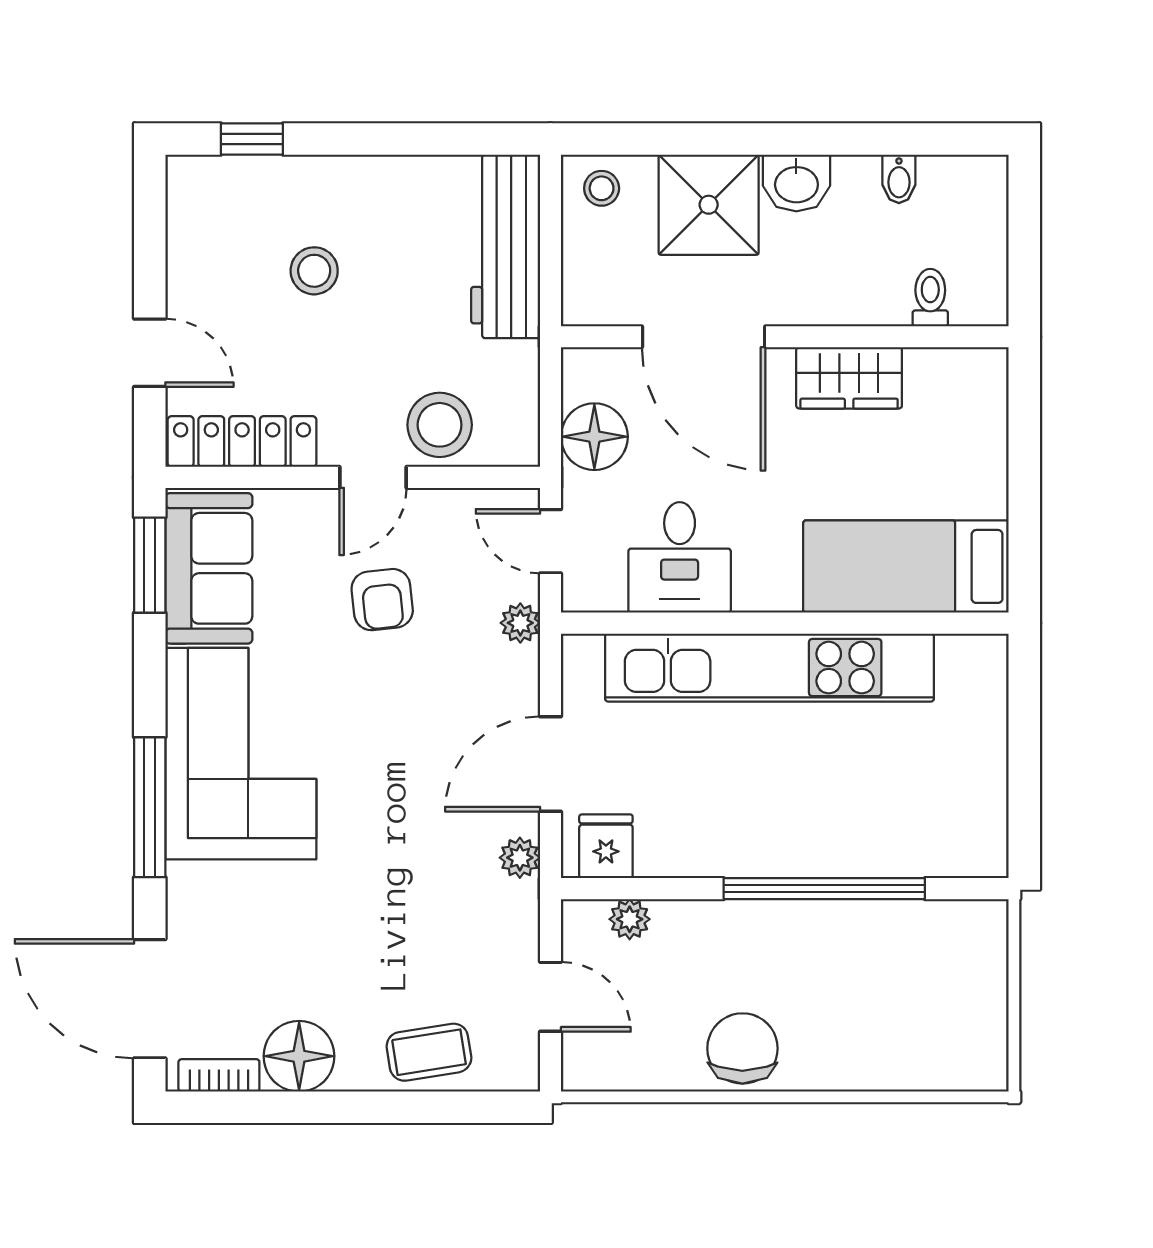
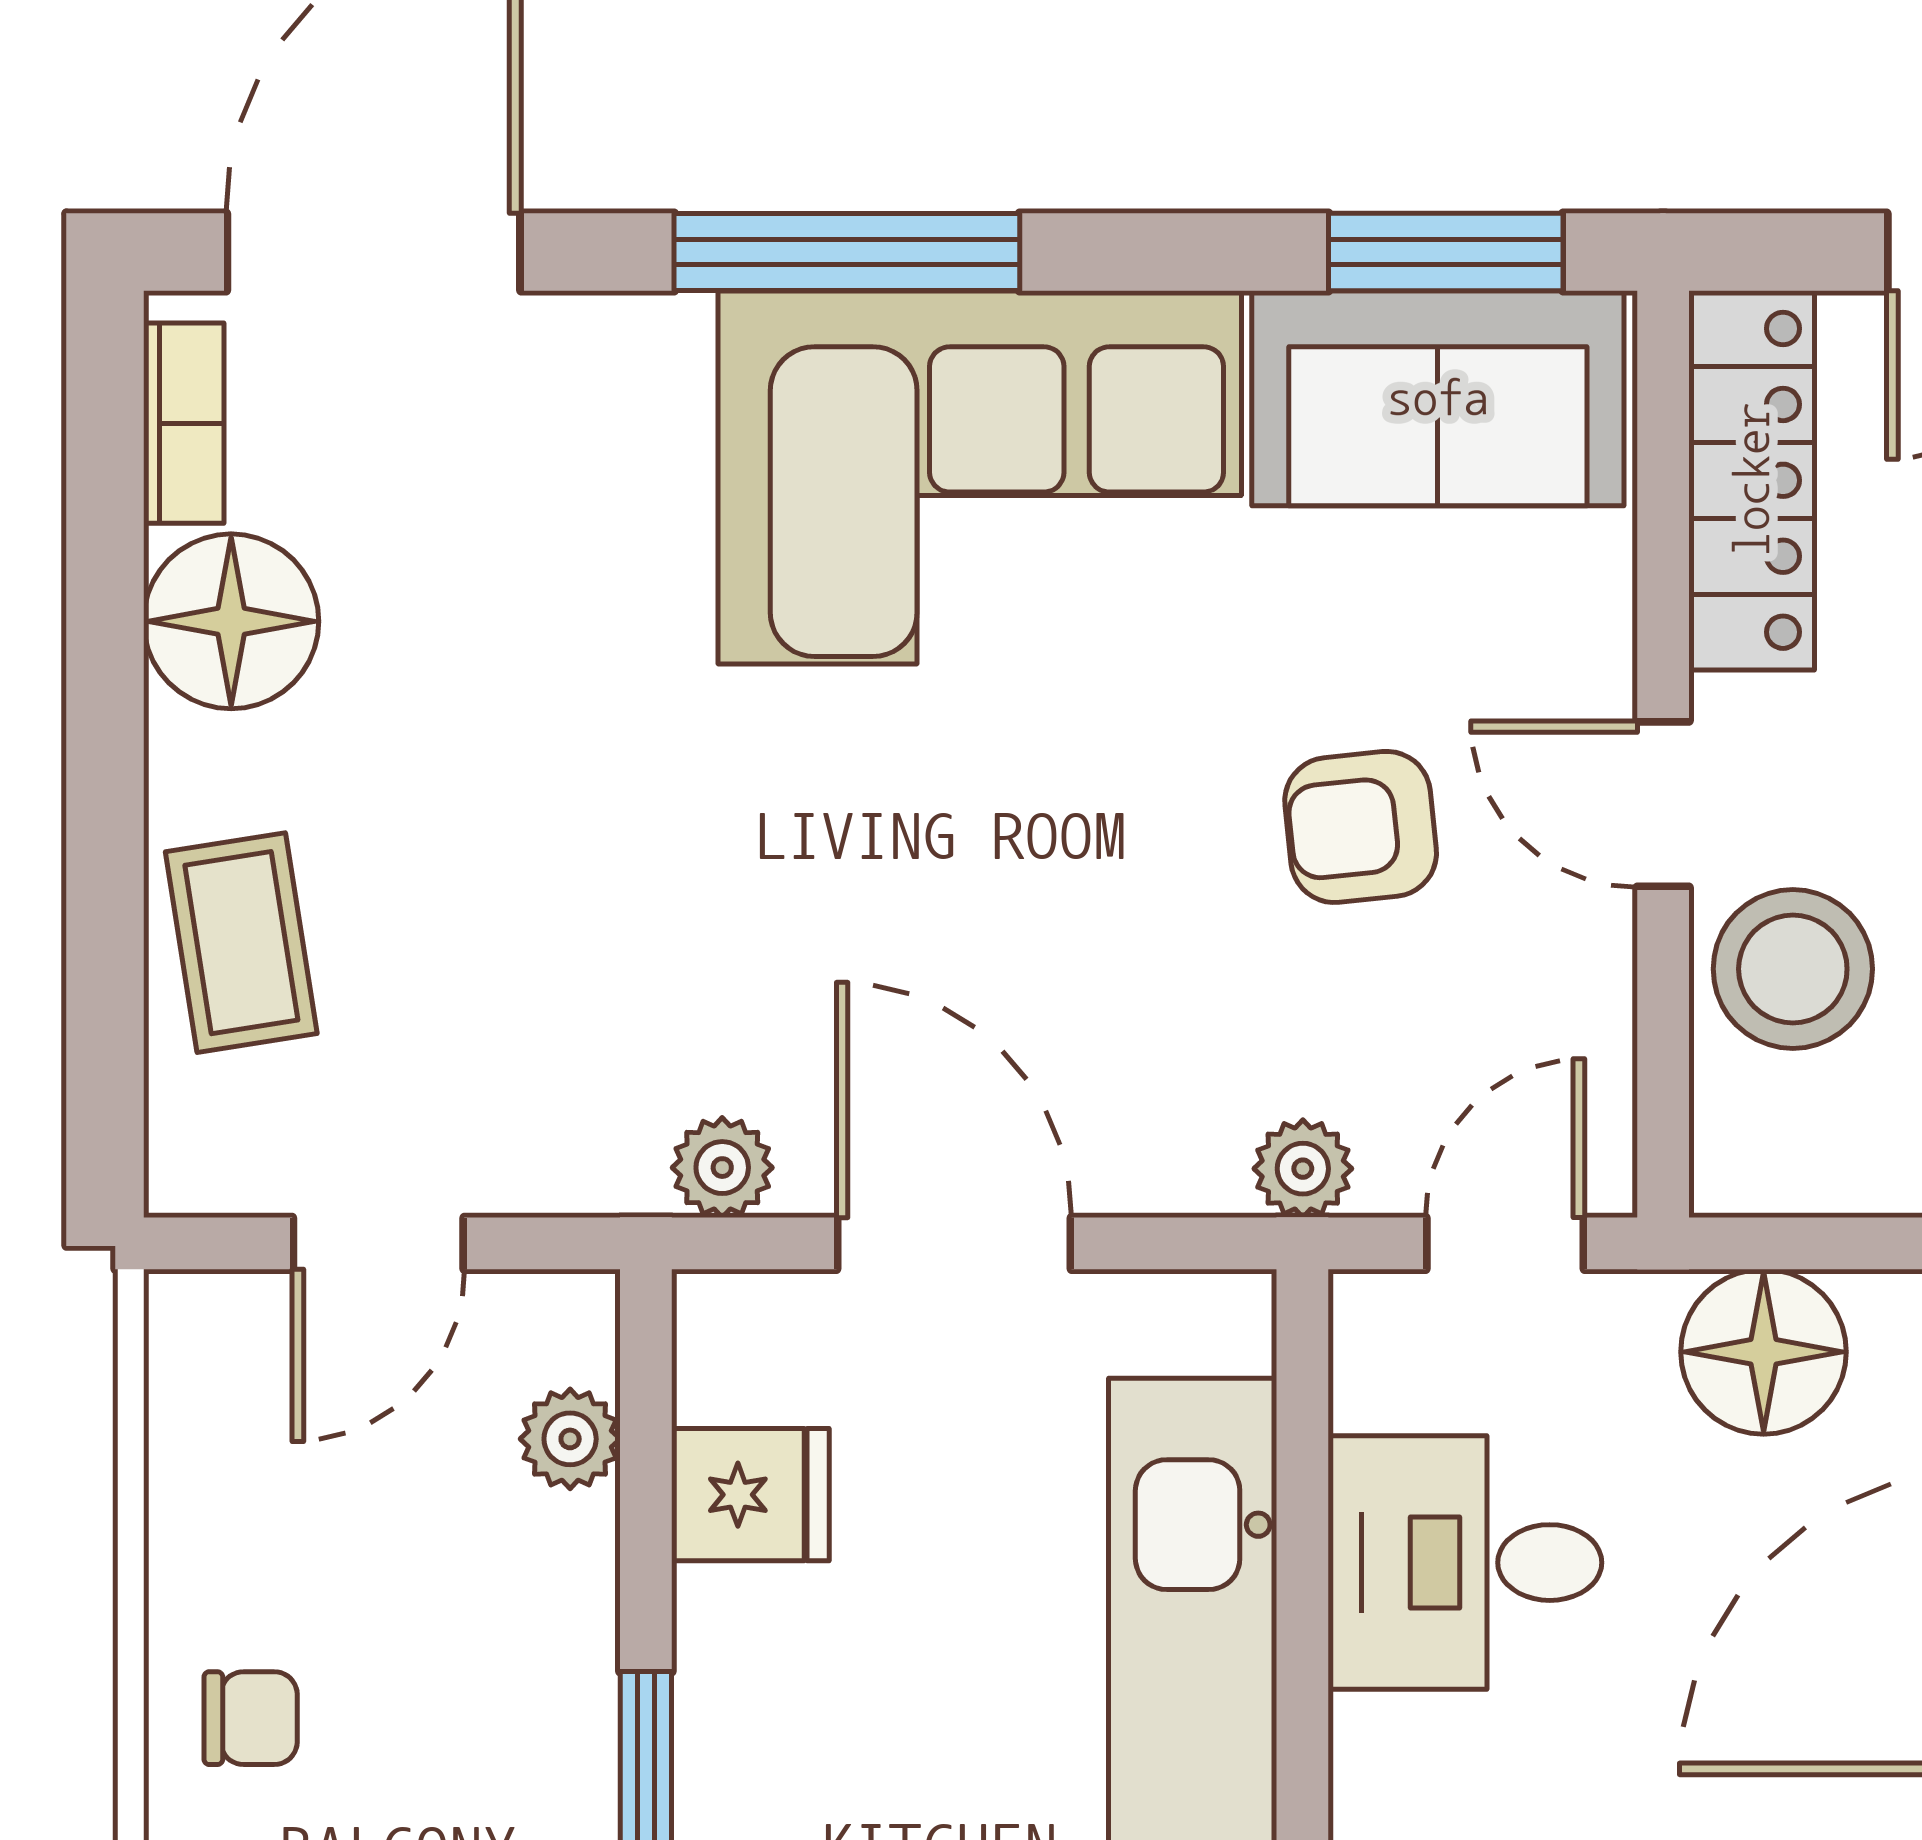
fridge: (606, 846) -> (750, 1495), moved
chair: (742, 1048) -> (251, 1718), width x0.54, depth x0.54

